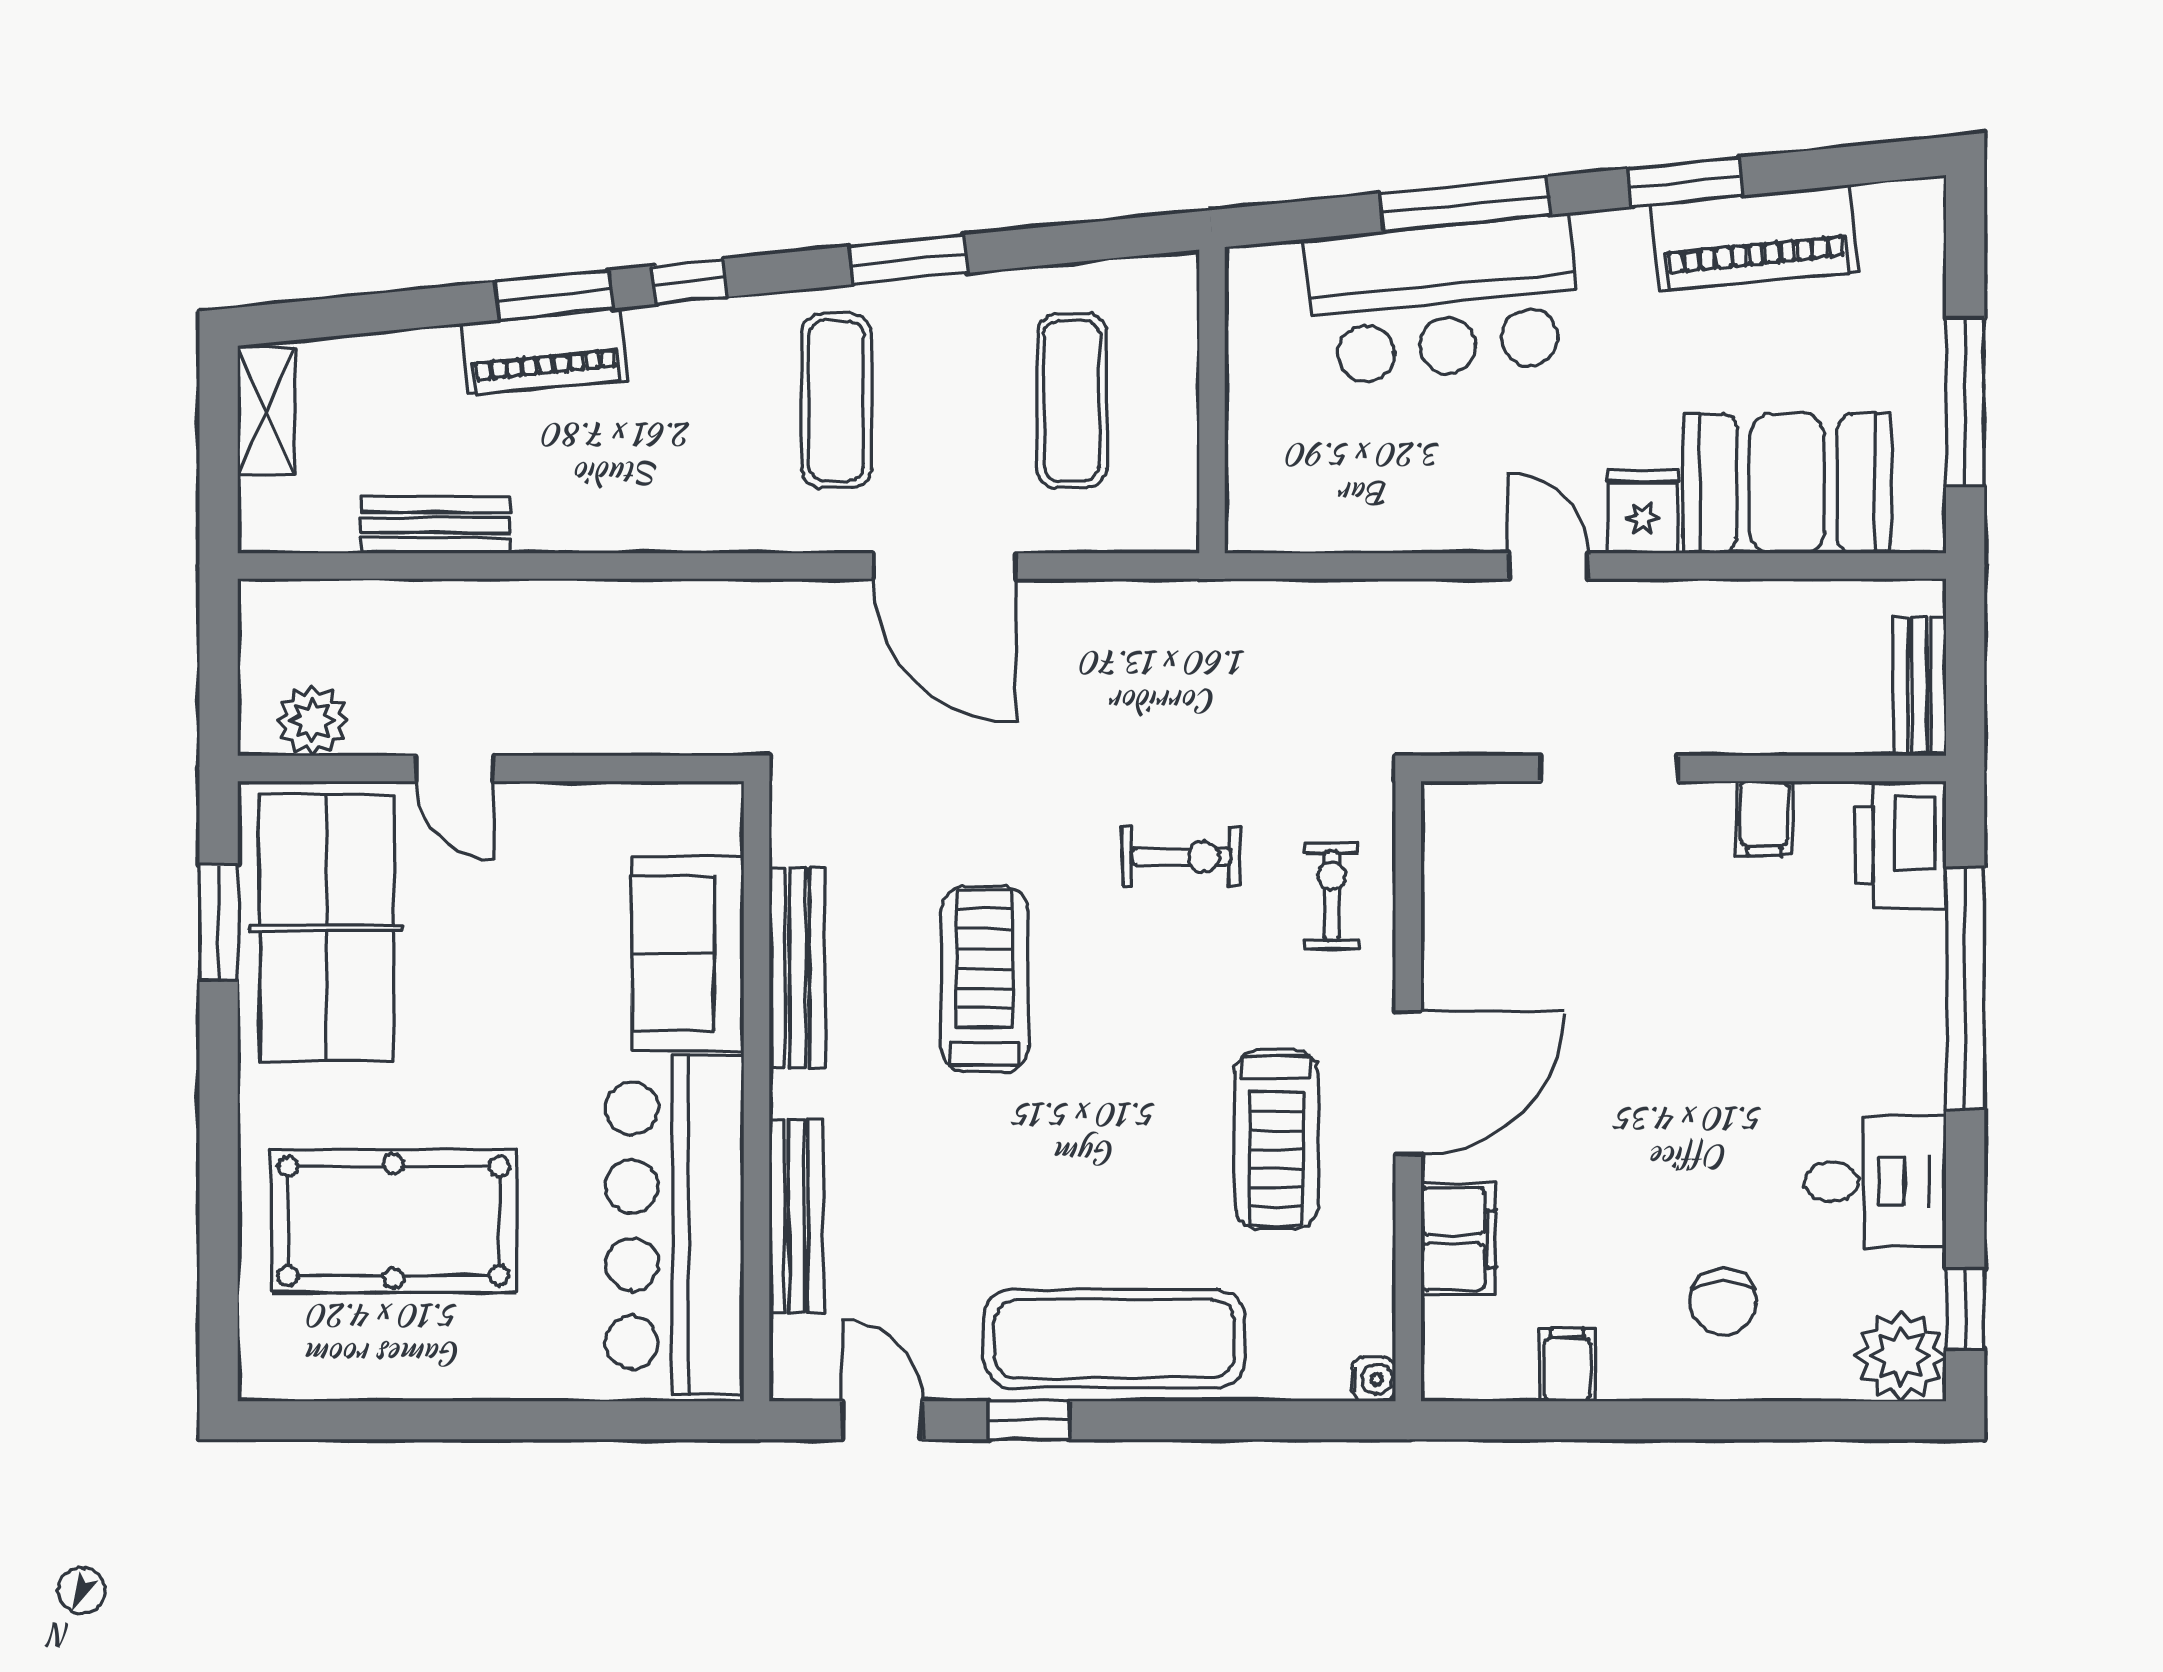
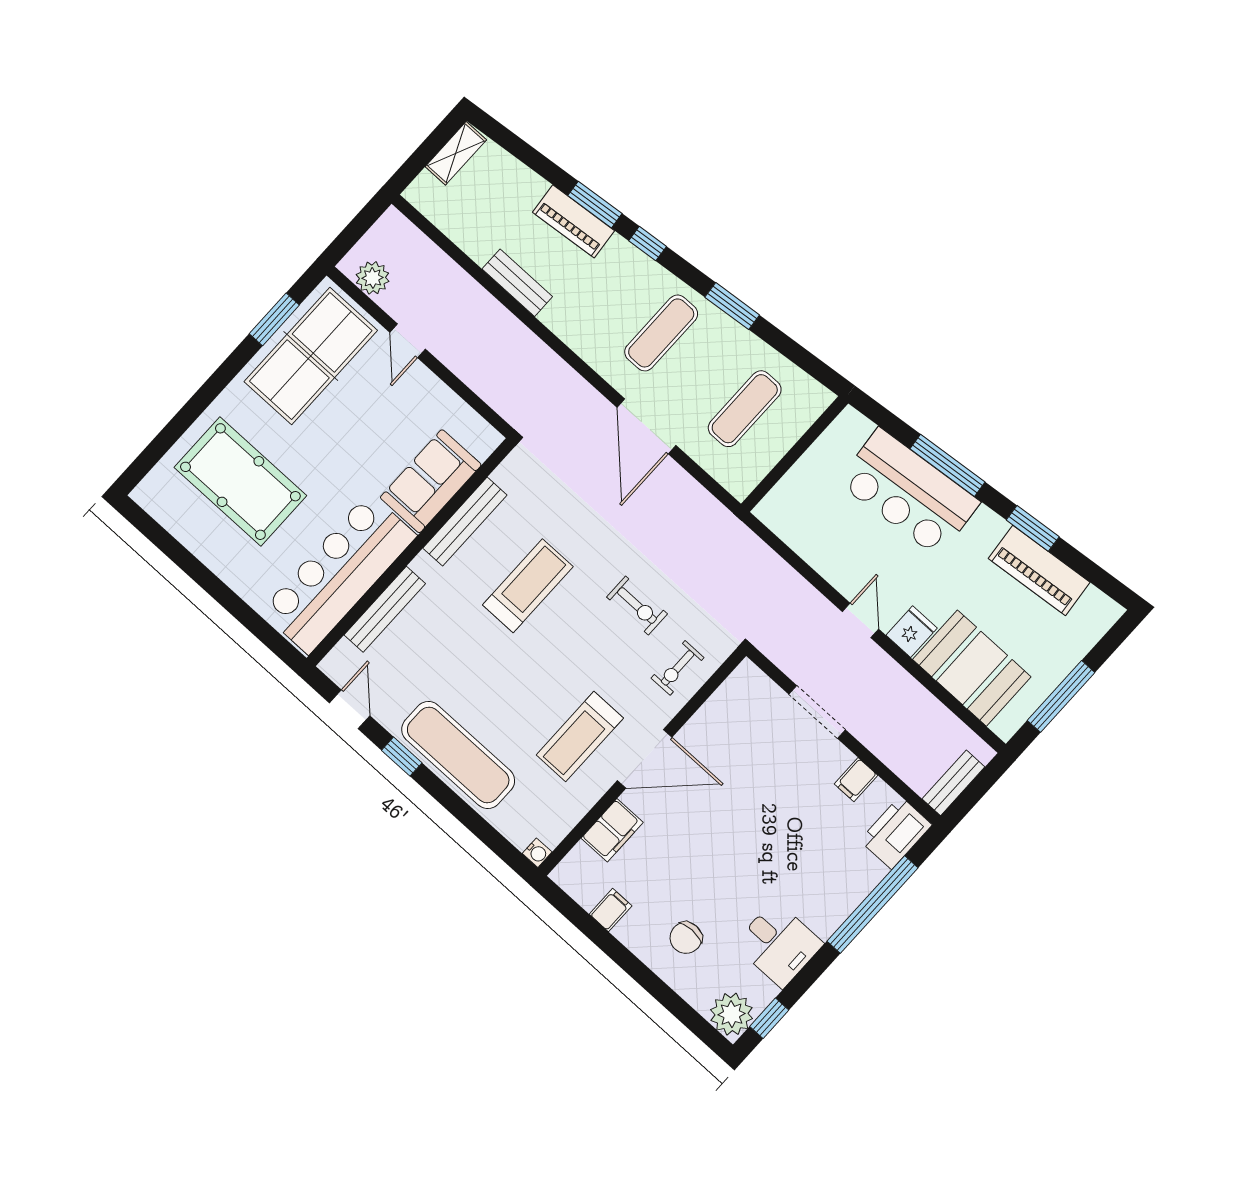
bench: (436, 525) -> (517, 283), moved
exercise bike: (1332, 896) -> (678, 668), turned 180

